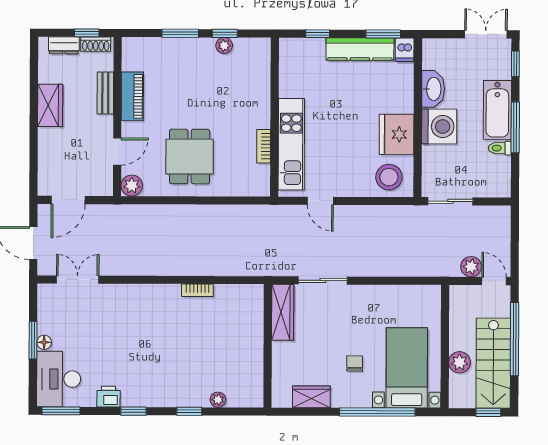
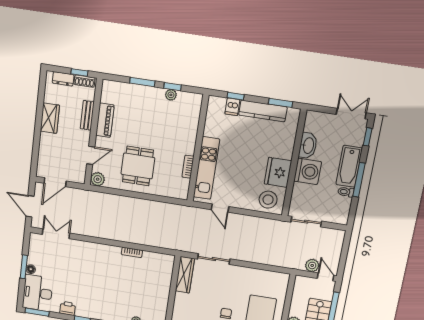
dishwasher: (405, 50) -> (232, 107), moved

